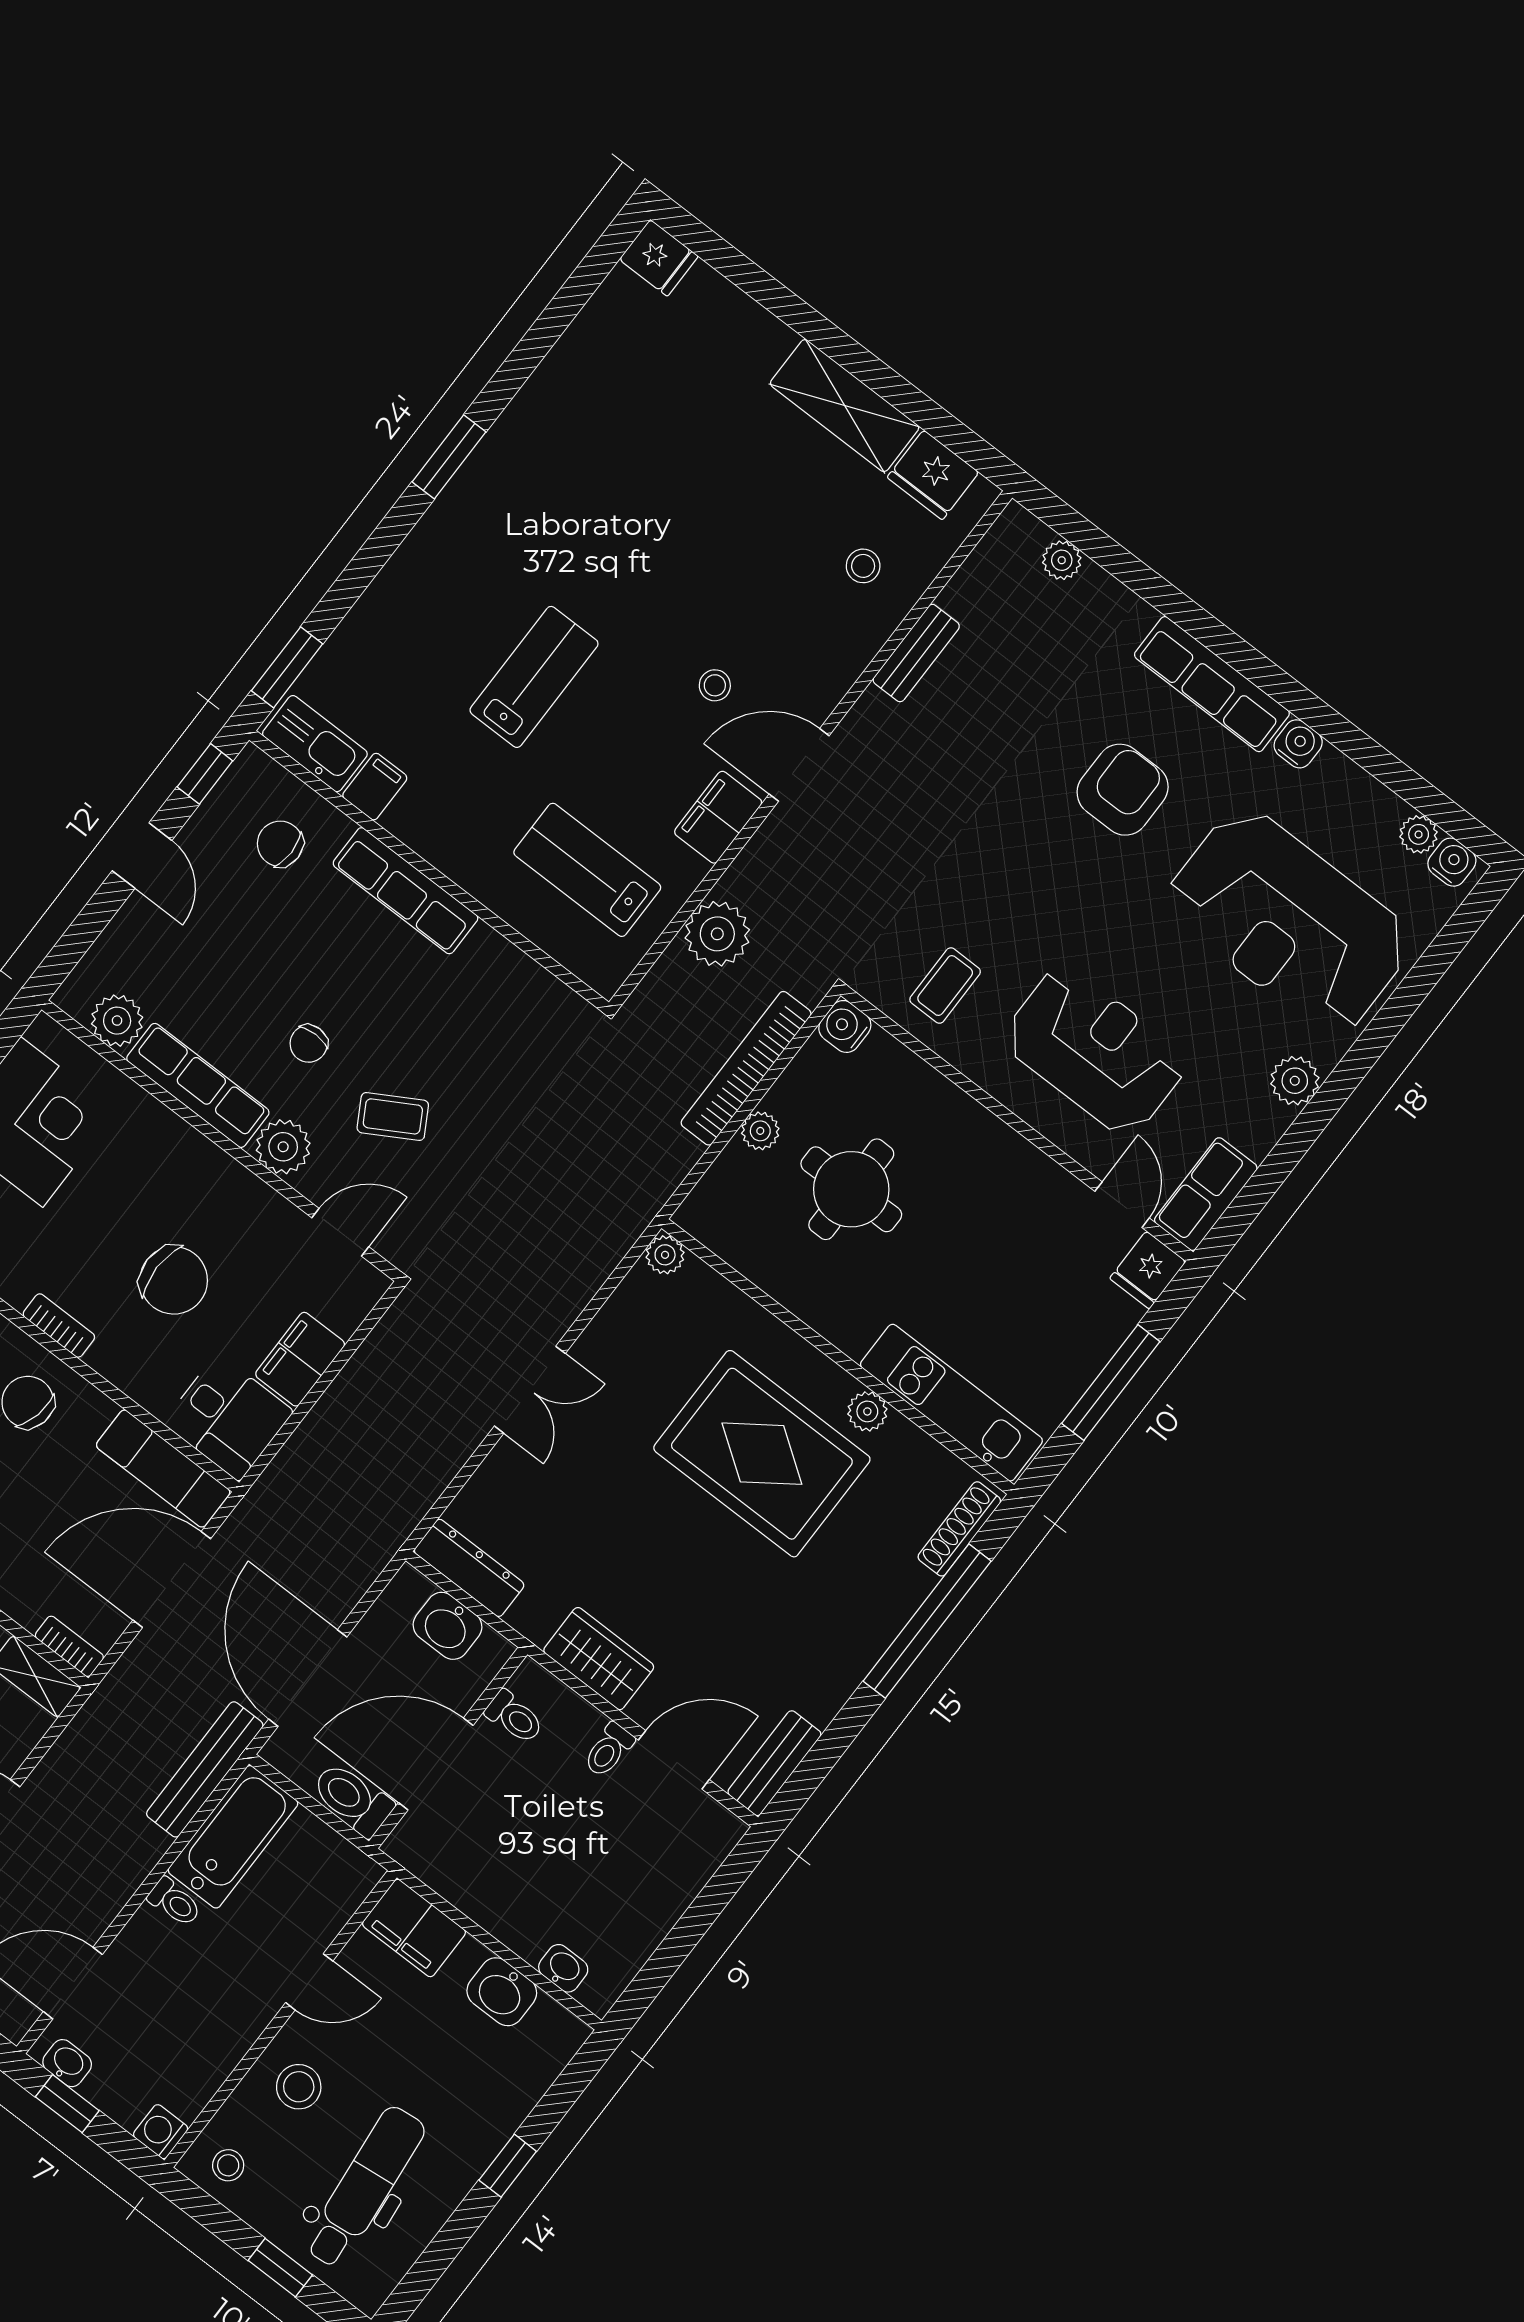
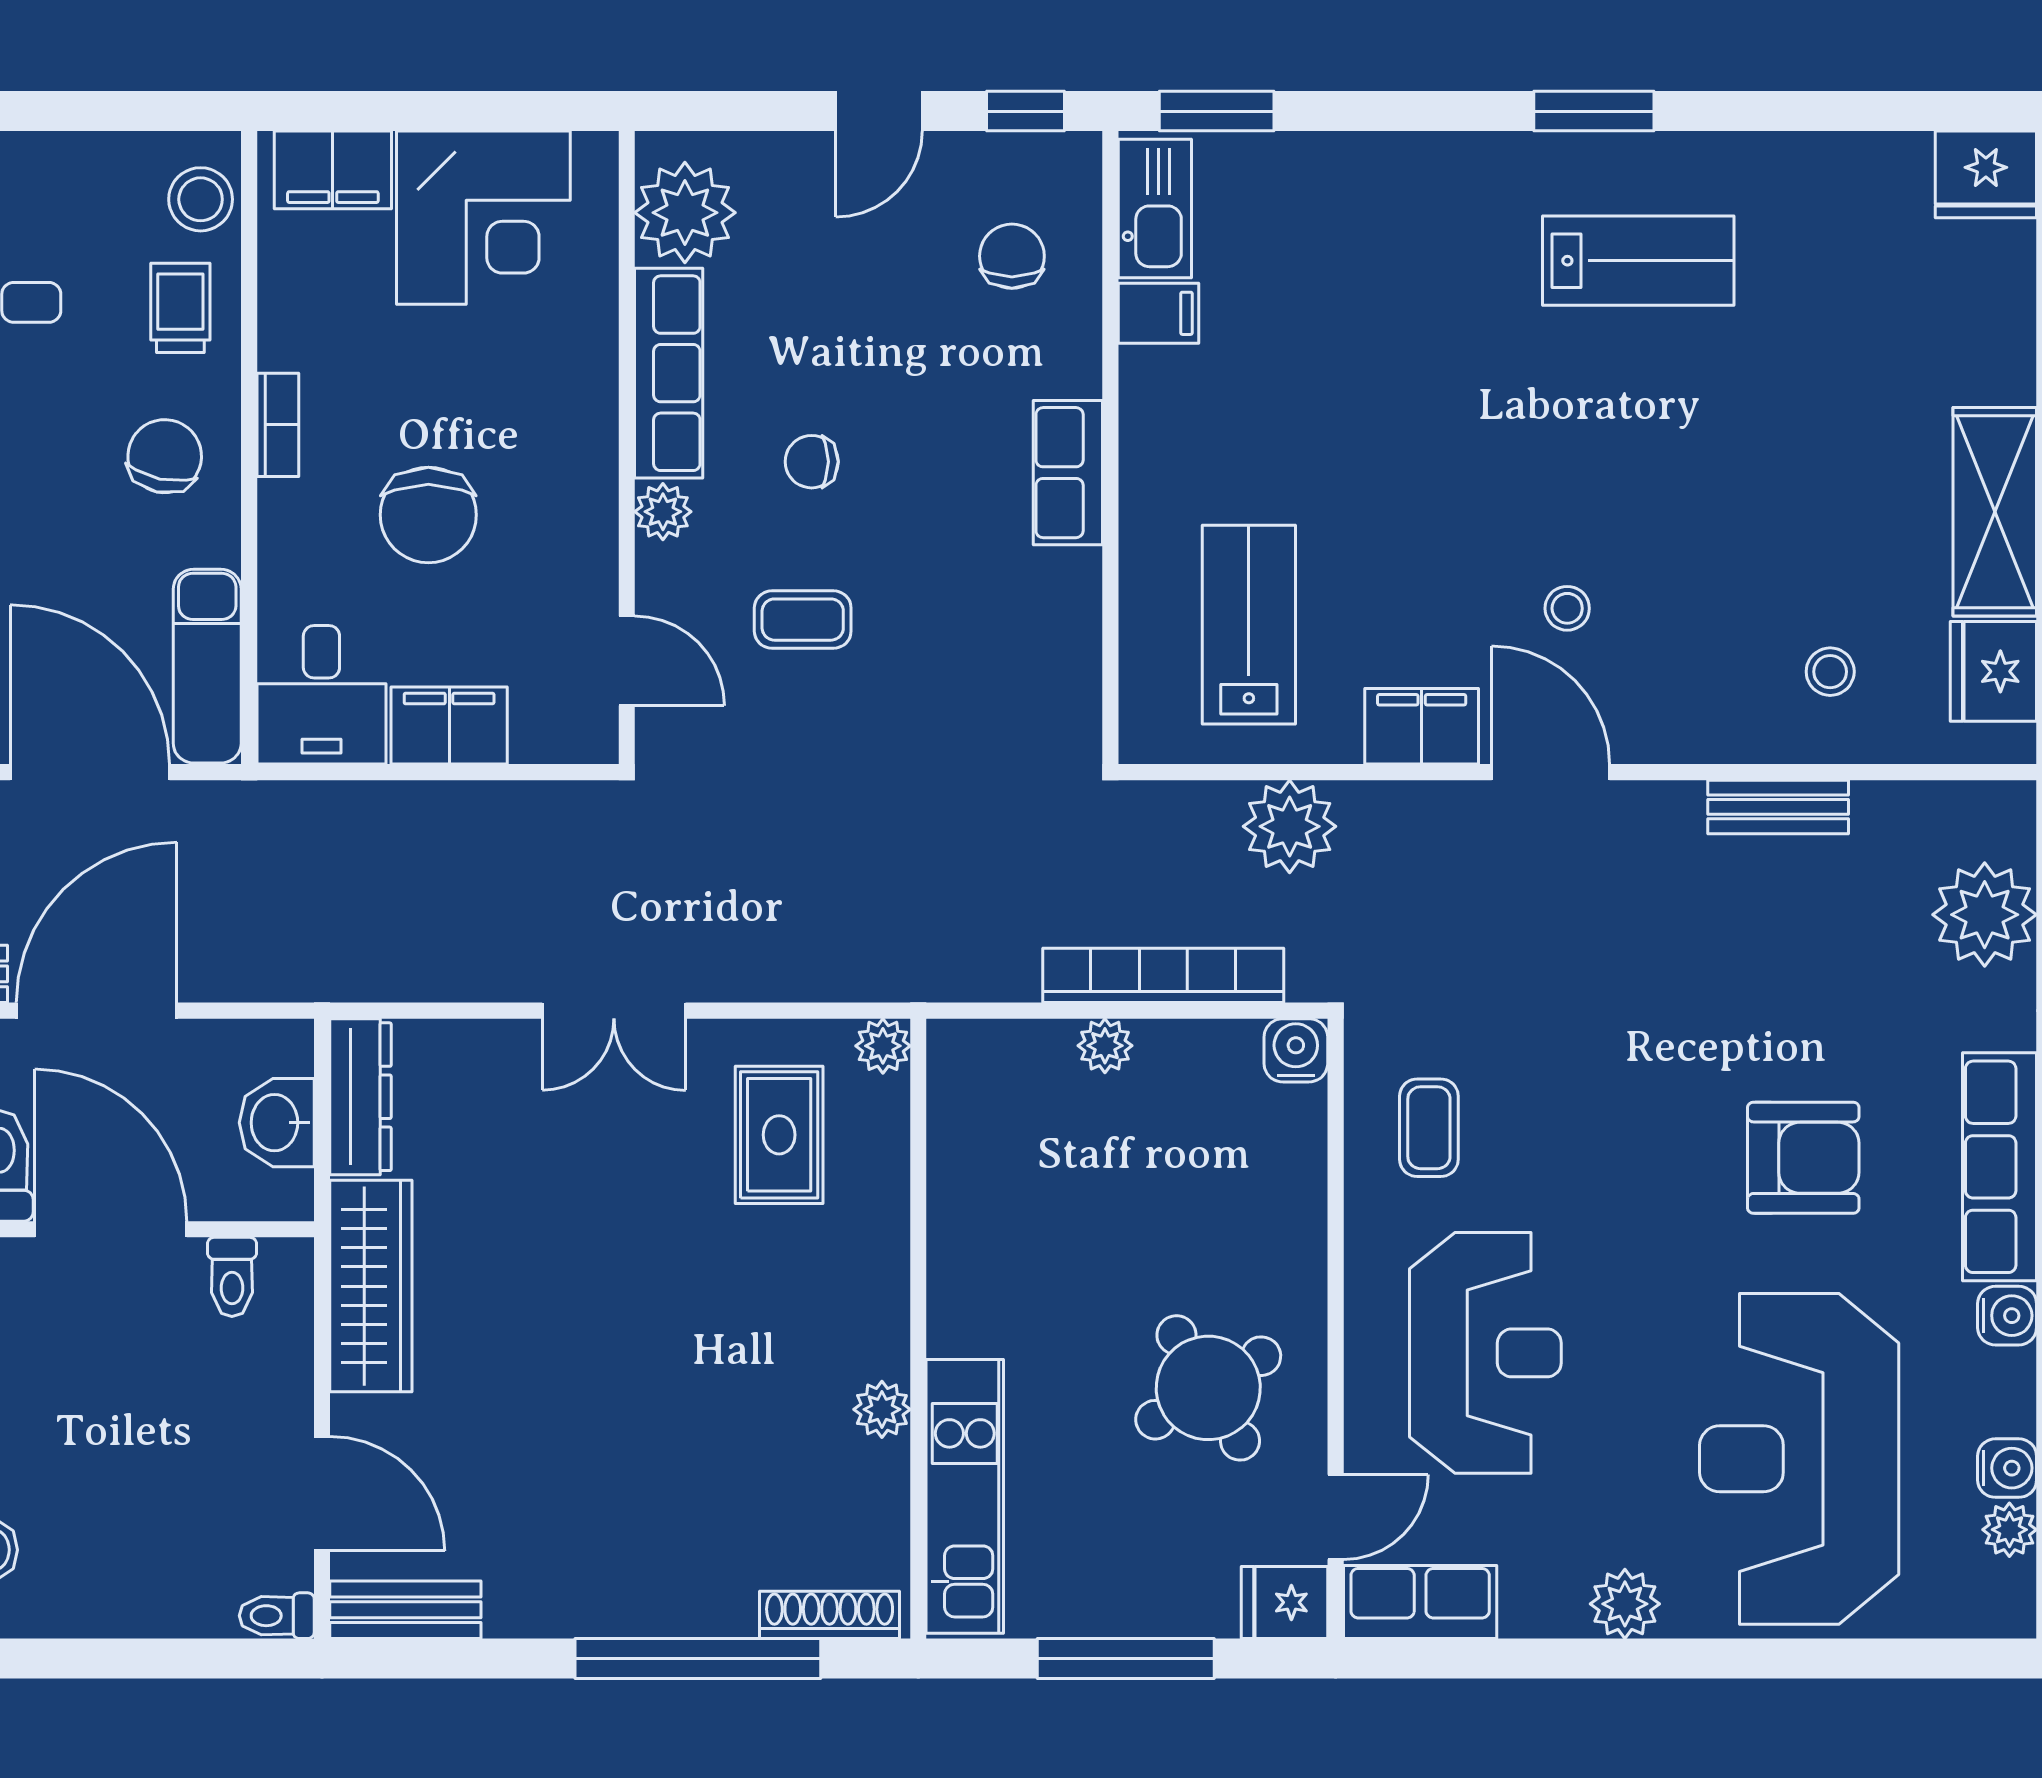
fridge: (659, 258) -> (1986, 174), width x1.38
plant: (1062, 560) -> (1985, 915), width x1.87, depth x1.87
lab bench: (534, 677) -> (1638, 261), moved
water cooler: (1452, 862) -> (2007, 1468), moved
row of seats: (406, 891) -> (1068, 473), width x0.68
coffee table: (945, 986) -> (1429, 1128), turned 90
plant: (117, 1021) -> (685, 213), width x1.36, depth x1.36
coffee table: (393, 1116) -> (803, 620), turned -60
plant: (283, 1147) -> (663, 512), width x0.73, depth x0.73
round table: (851, 1189) -> (1208, 1388), moved, turned -31
rug: (762, 1454) -> (779, 1135), moved, width x0.54, depth x0.49
wardrobe: (599, 1659) -> (371, 1286), width x1.50
toilet: (609, 1750) -> (277, 1616), moved

